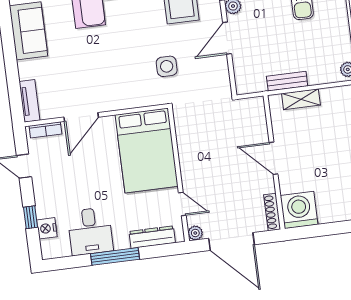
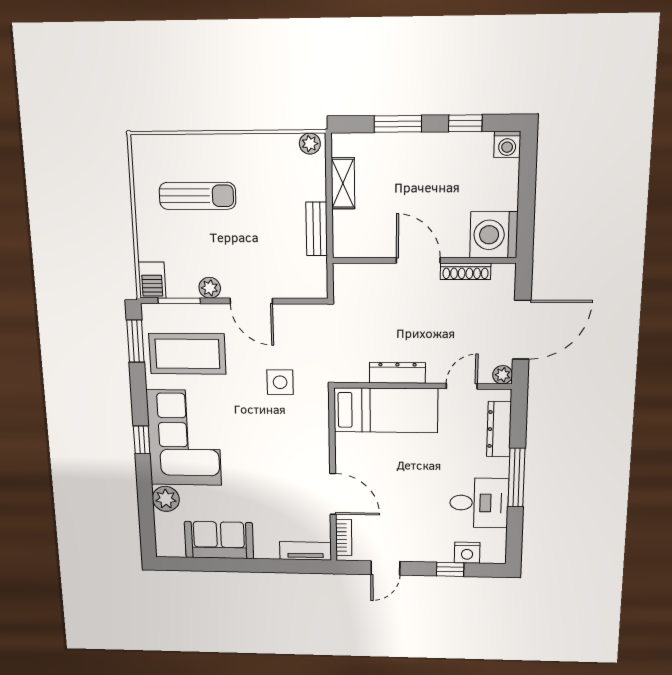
shelving: (301, 99) -> (343, 183), moved
bed: (147, 151) -> (386, 410), width x0.67
dresser: (186, 154) -> (397, 373), added
door: (273, 158) -> (418, 260), swing flipped
shoe rack: (272, 212) -> (466, 271), moved

